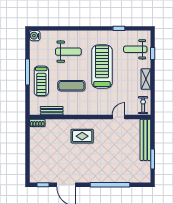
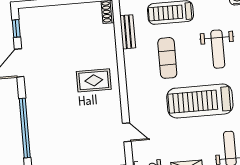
treadmill: (102, 67) -> (200, 101), turned 180
rug: (82, 136) -> (94, 80), turned 90

